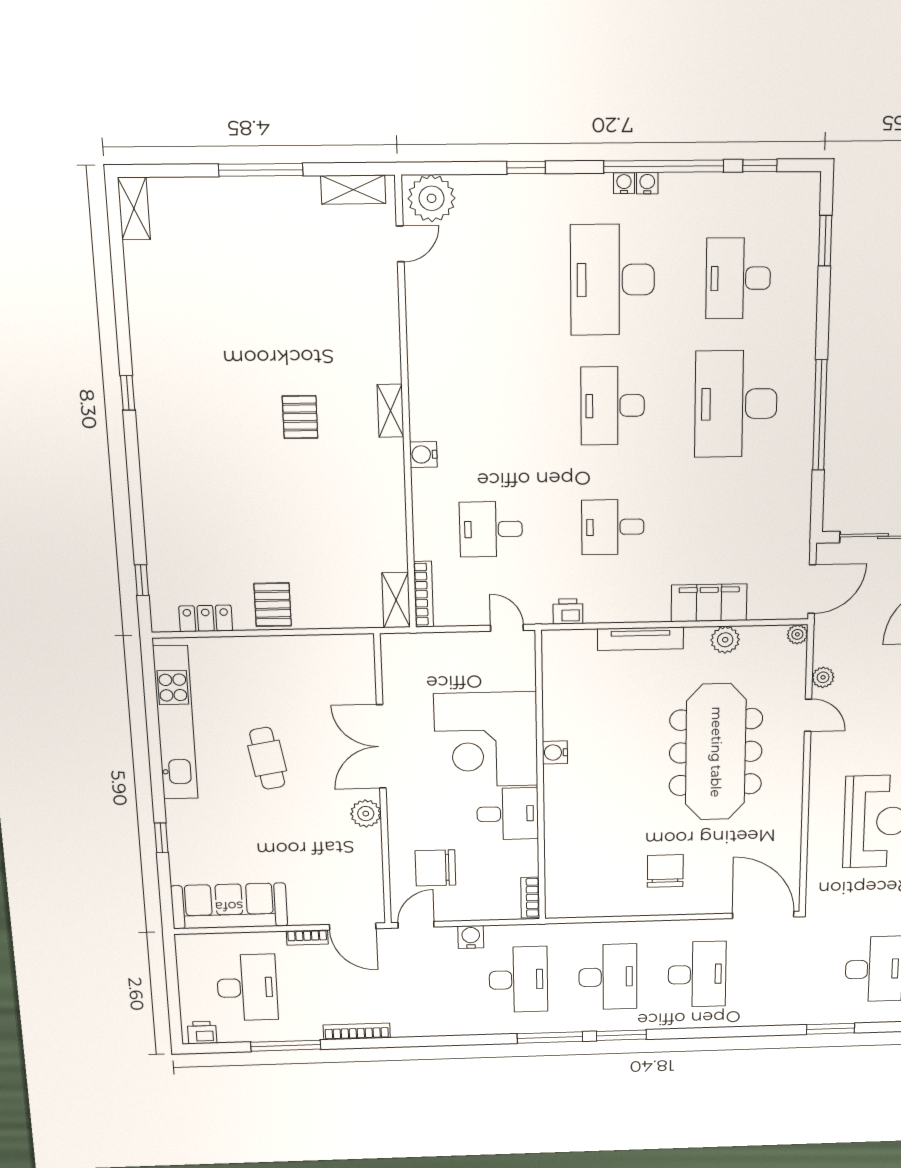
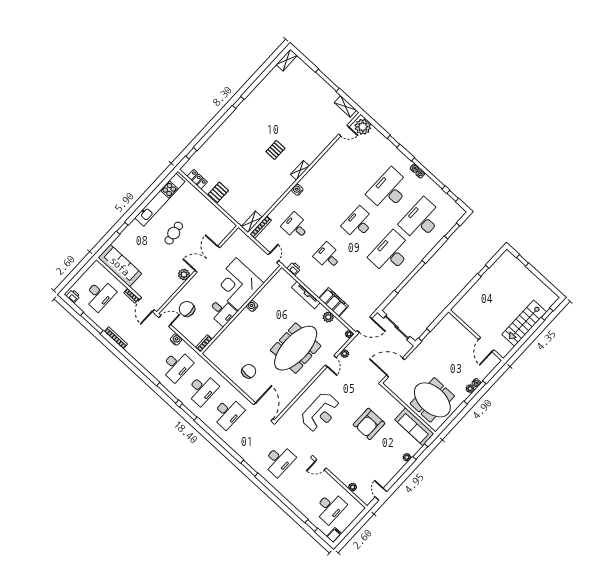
desk: (738, 278) -> (421, 220), width x1.36, depth x1.30

